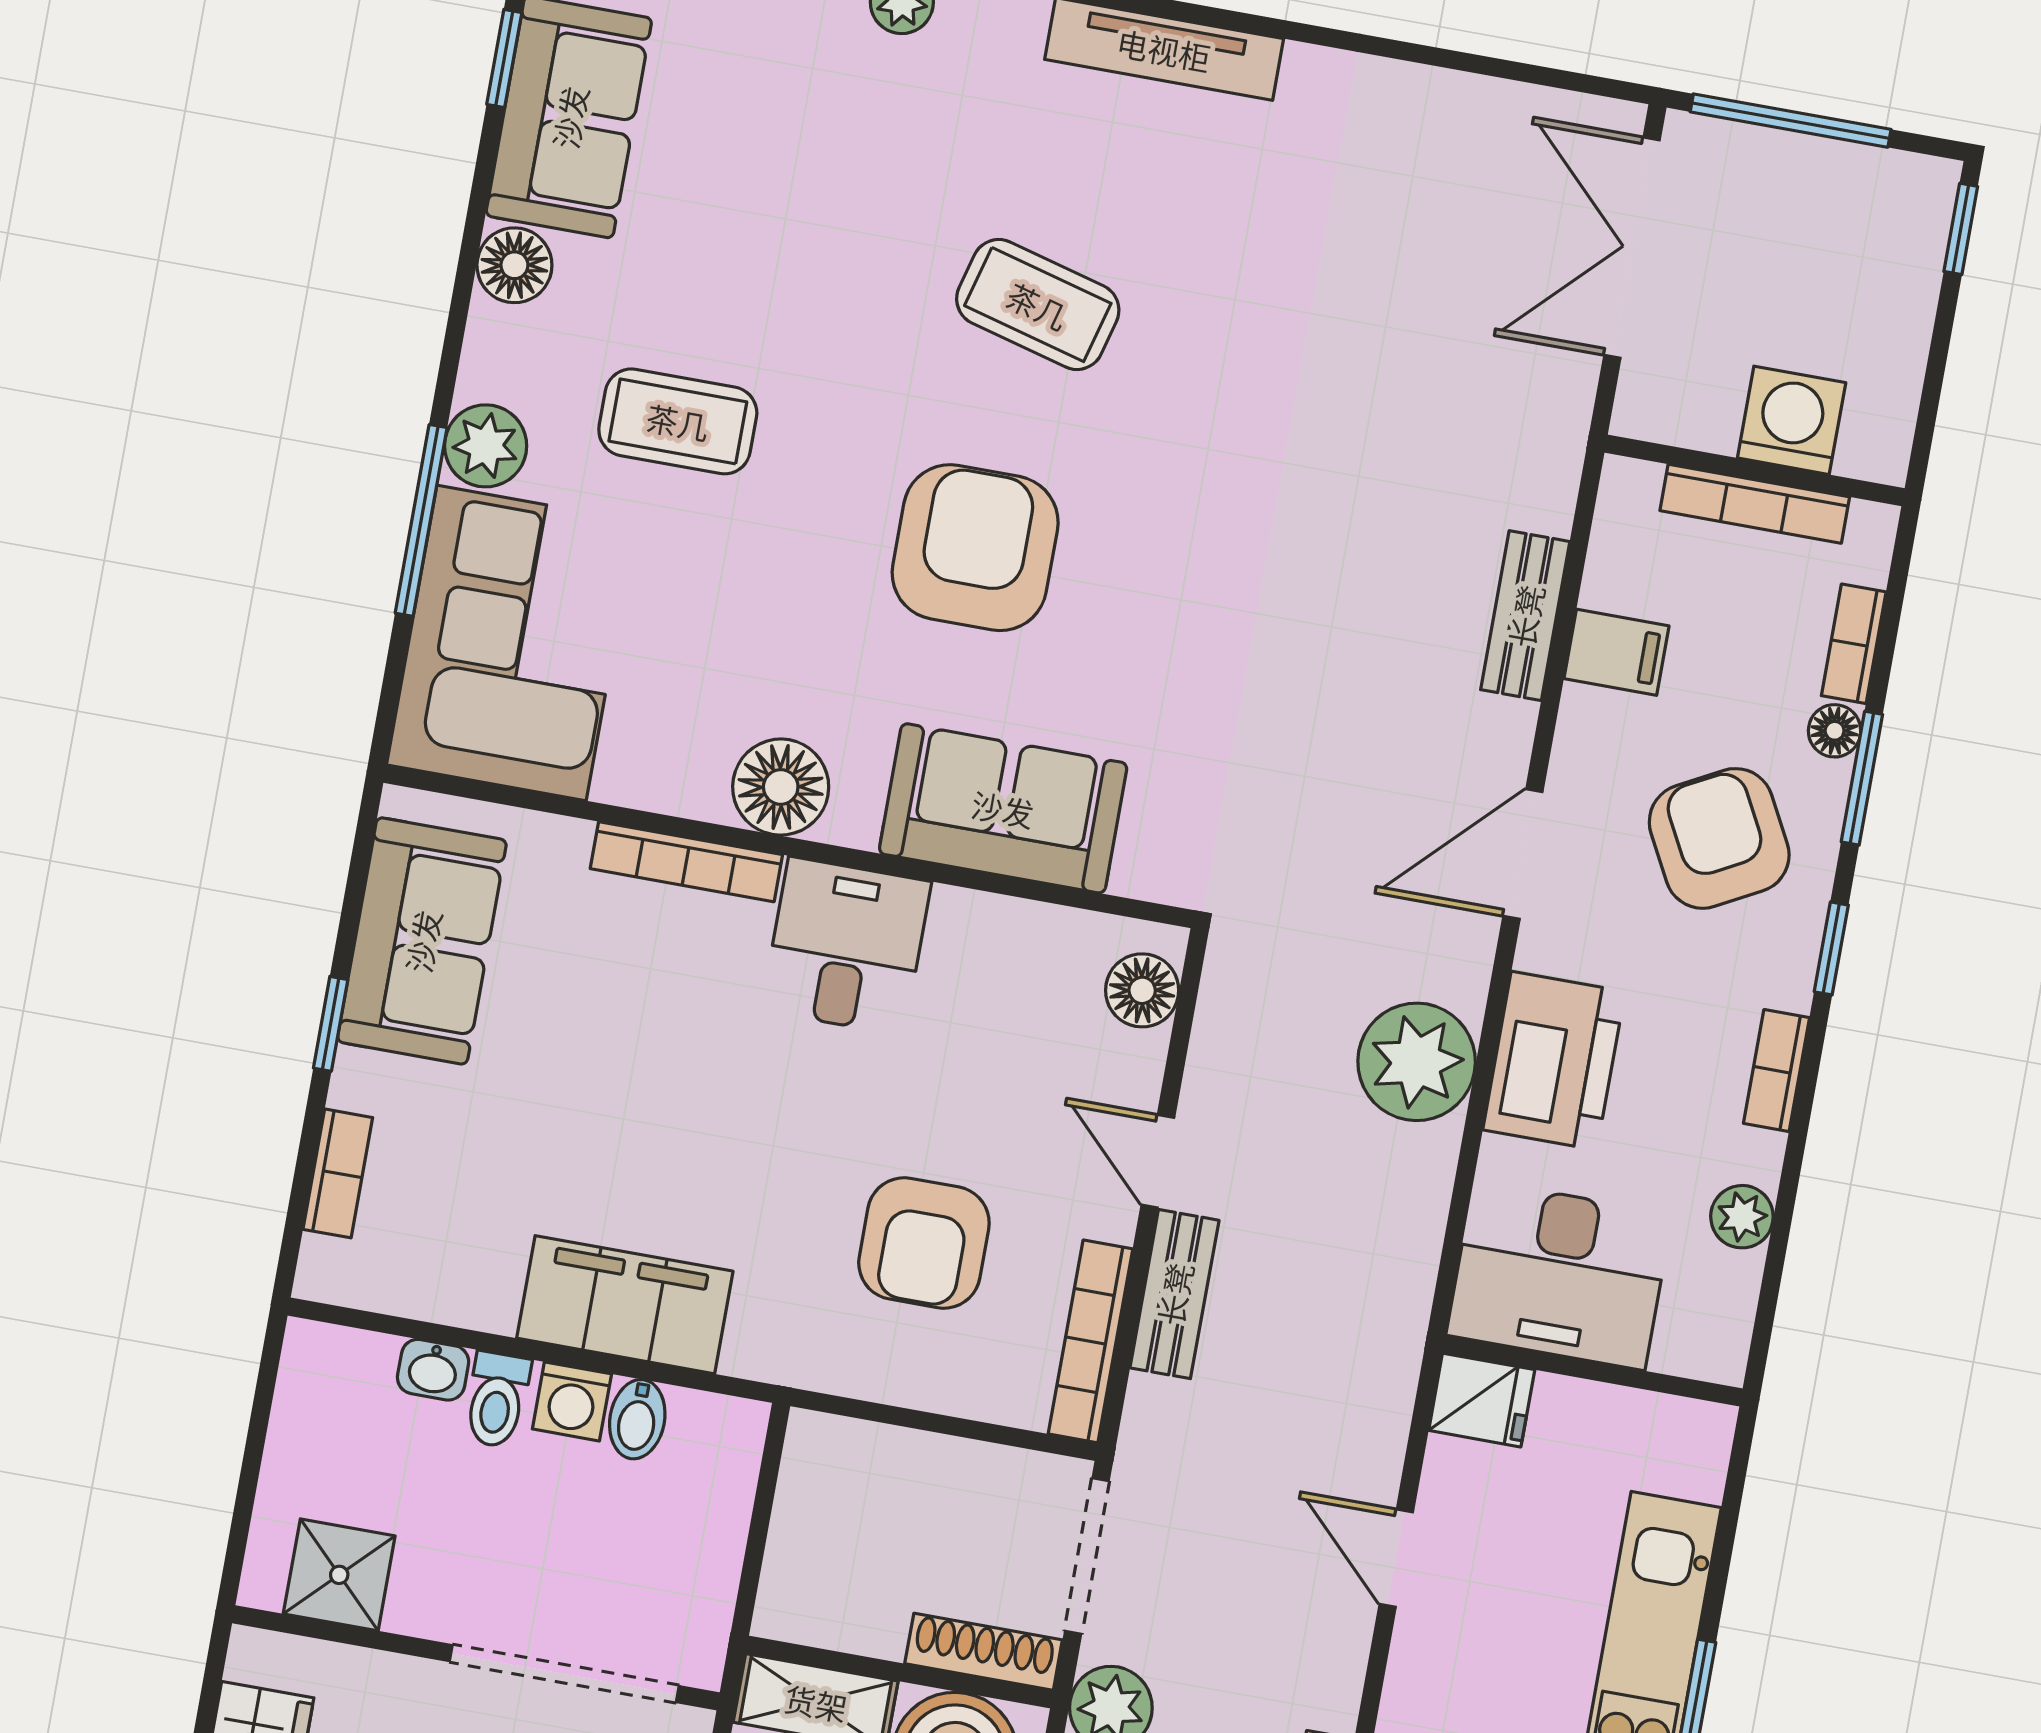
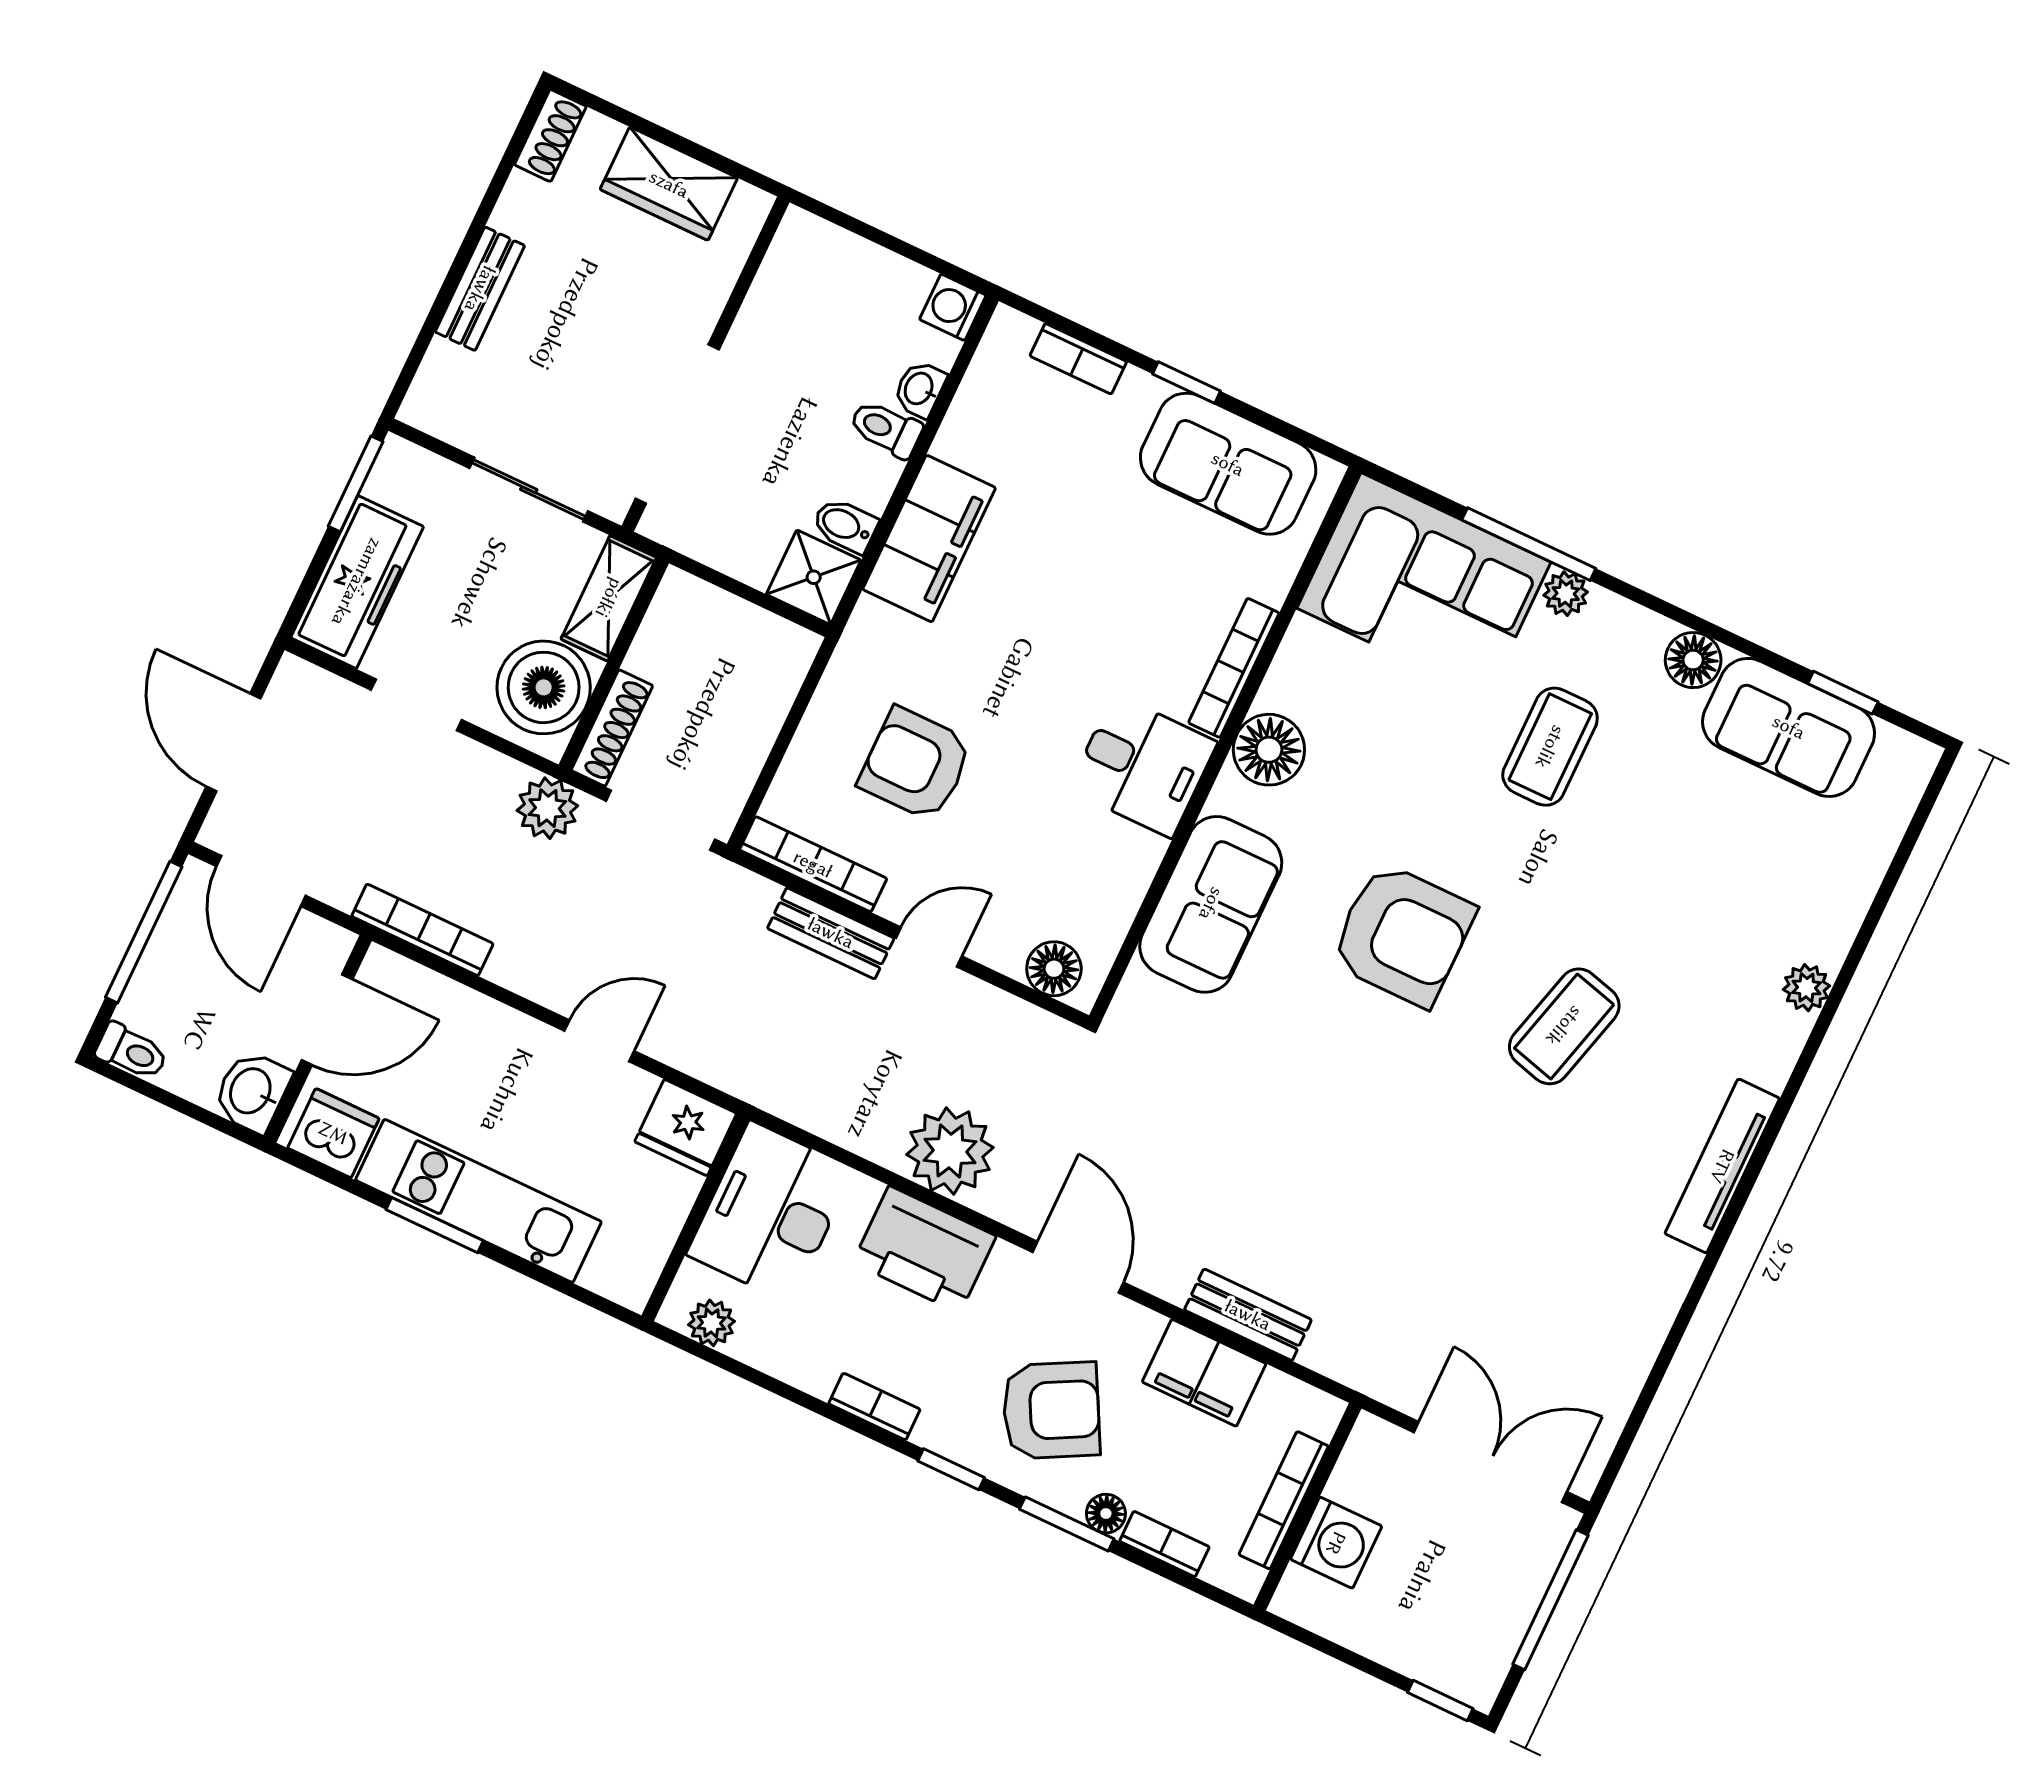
plant: (486, 446) -> (1566, 594), width x0.73, depth x0.73
filing cabinet: (1616, 652) -> (1204, 1373), width x2.00
plant: (1742, 1217) -> (711, 1323), moved
fridge: (1482, 1400) -> (686, 1128), width x1.38
washing machine: (572, 1401) -> (953, 307), moved
shower: (339, 1575) -> (814, 577), moved

